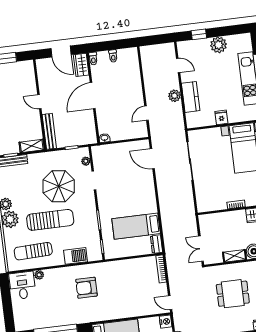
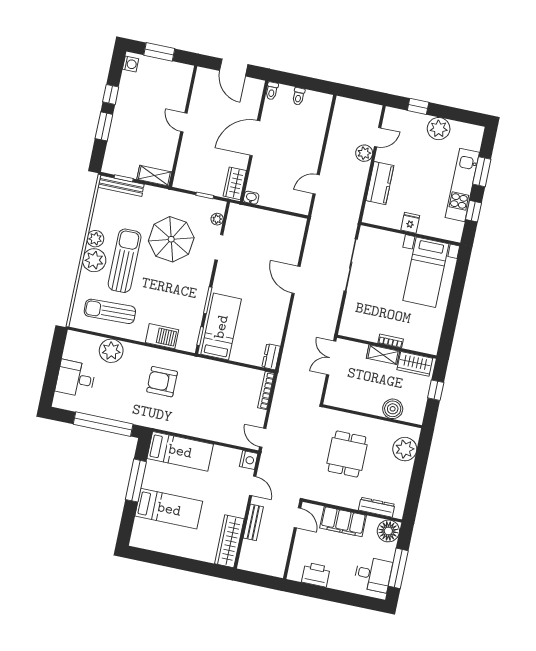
wardrobe: (81, 65) -> (235, 183), moved
door: (178, 65) -> (378, 137), hinge flipped
plant: (174, 96) -> (364, 153), moved
bench: (49, 131) -> (183, 165), removed
door: (152, 159) -> (296, 280), moved
sun lounger: (50, 220) -> (125, 261), moved, turned -90
bed: (136, 226) -> (221, 327), moved, turned 90
double door: (201, 249) -> (331, 358), moved
shelving: (234, 256) -> (383, 355), moved
plant: (39, 275) -> (111, 351), width x1.87, depth x1.87
desk: (22, 285) -> (76, 379), moved, turned -90
dining table: (233, 294) -> (347, 454), turned 90

